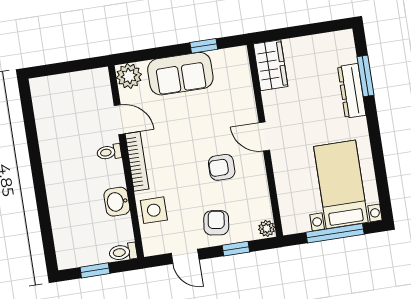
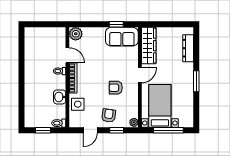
wardrobe: (271, 65) -> (149, 46), width x1.50
sofa: (180, 74) -> (122, 37), moved
window: (365, 76) -> (196, 81), moved
dresser: (352, 91) -> (188, 48), moved
door: (264, 136) -> (140, 75), swing flipped
bed with nightstands: (341, 184) -> (160, 106), moved
door: (185, 256) -> (90, 130), hinge flipped

